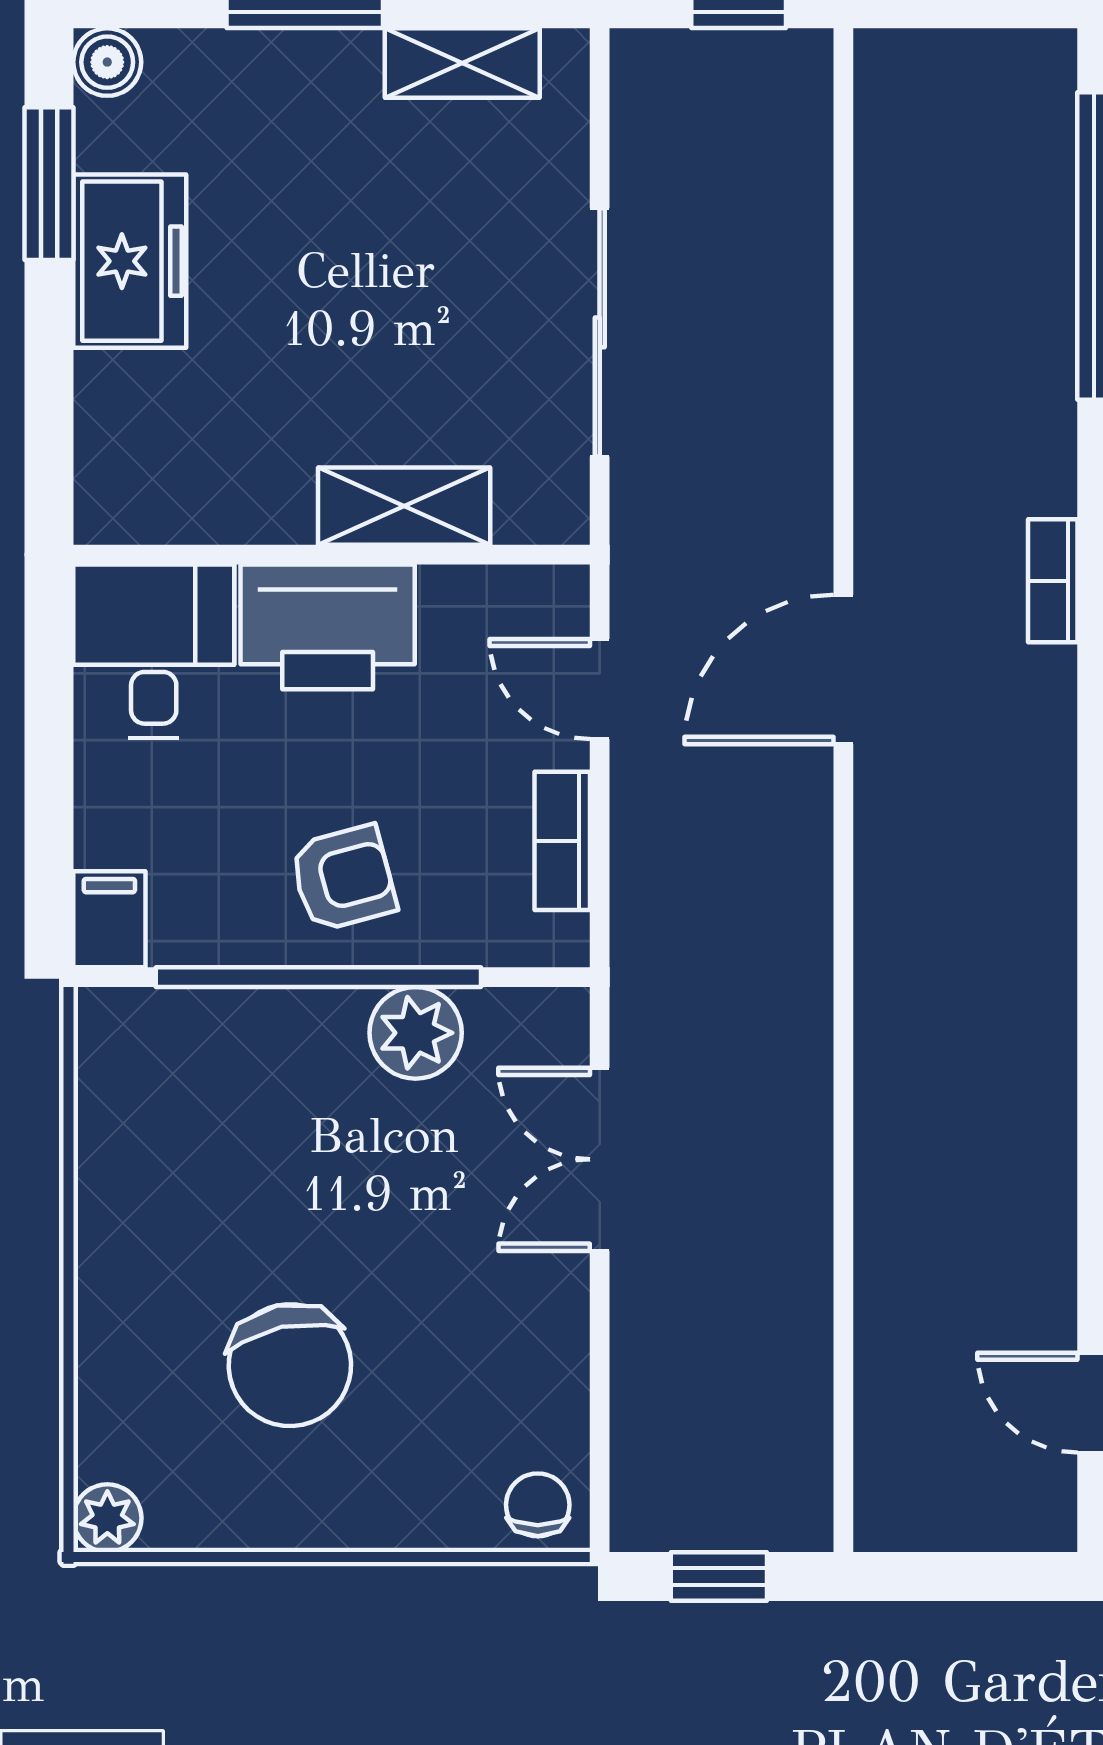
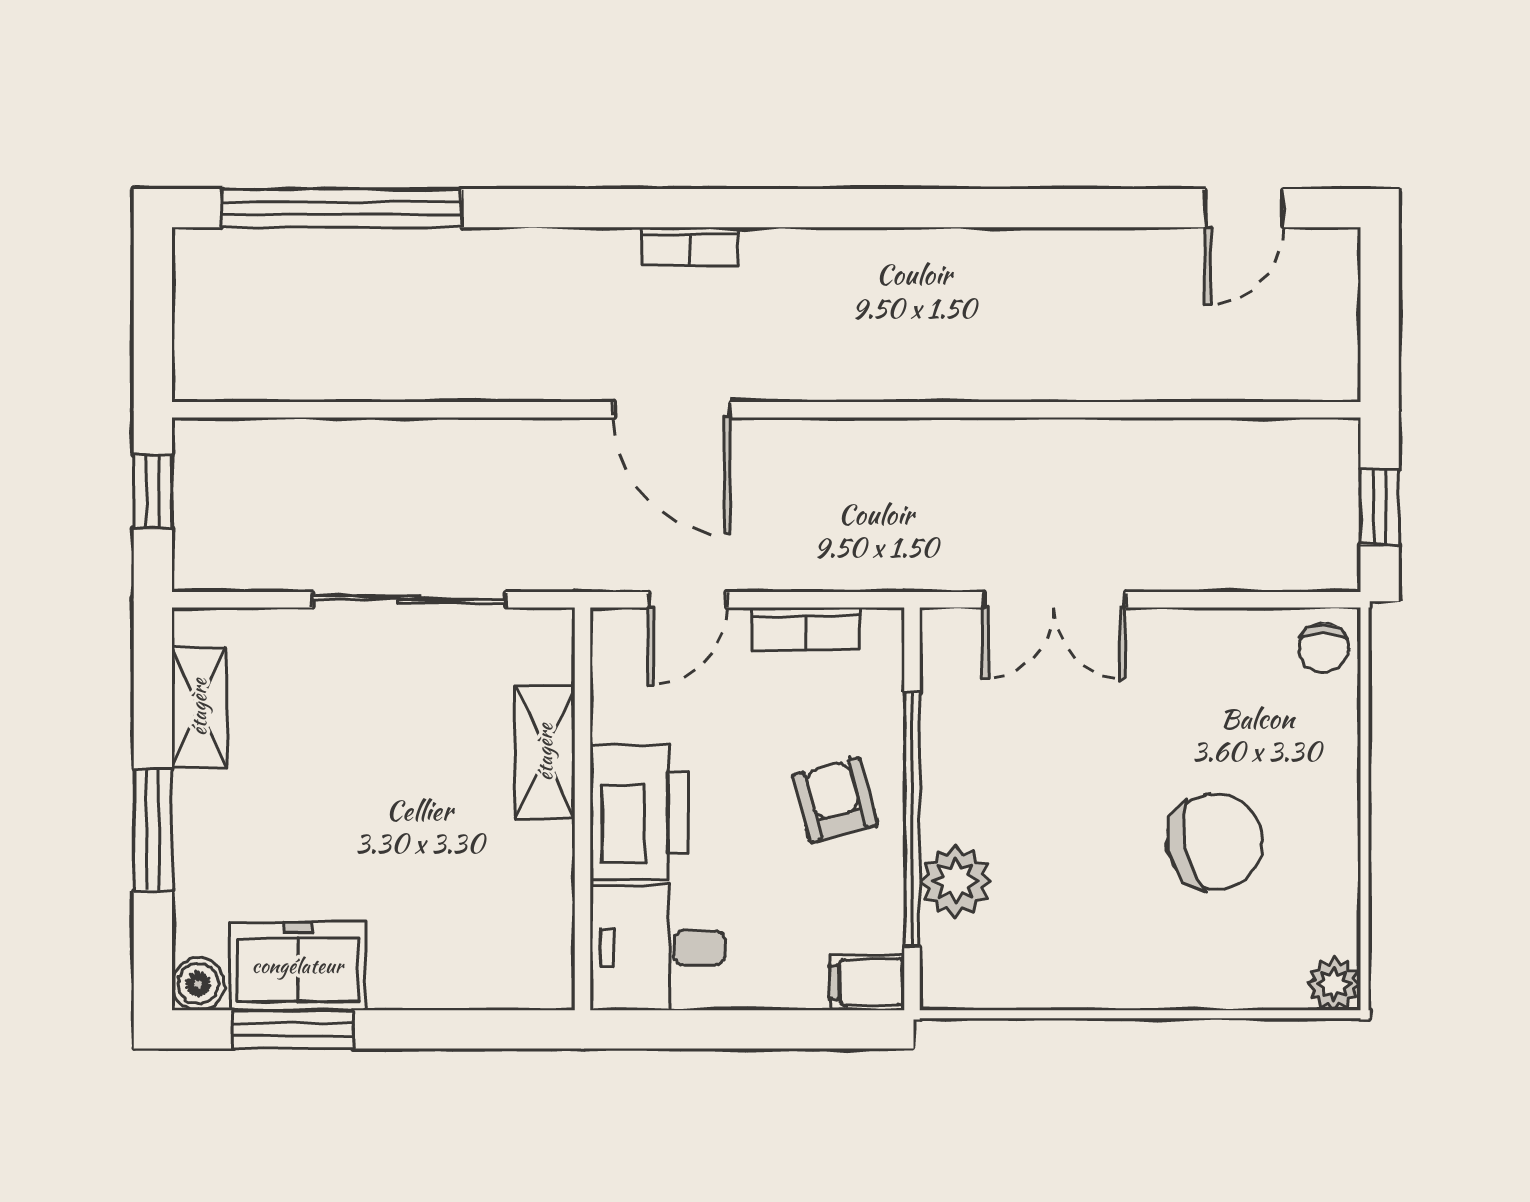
freezer: (130, 261) -> (297, 966), moved
bookcase: (1053, 581) -> (690, 246), moved
plant: (416, 1033) -> (956, 881), moved
chair: (538, 1505) -> (1324, 648), turned -90

